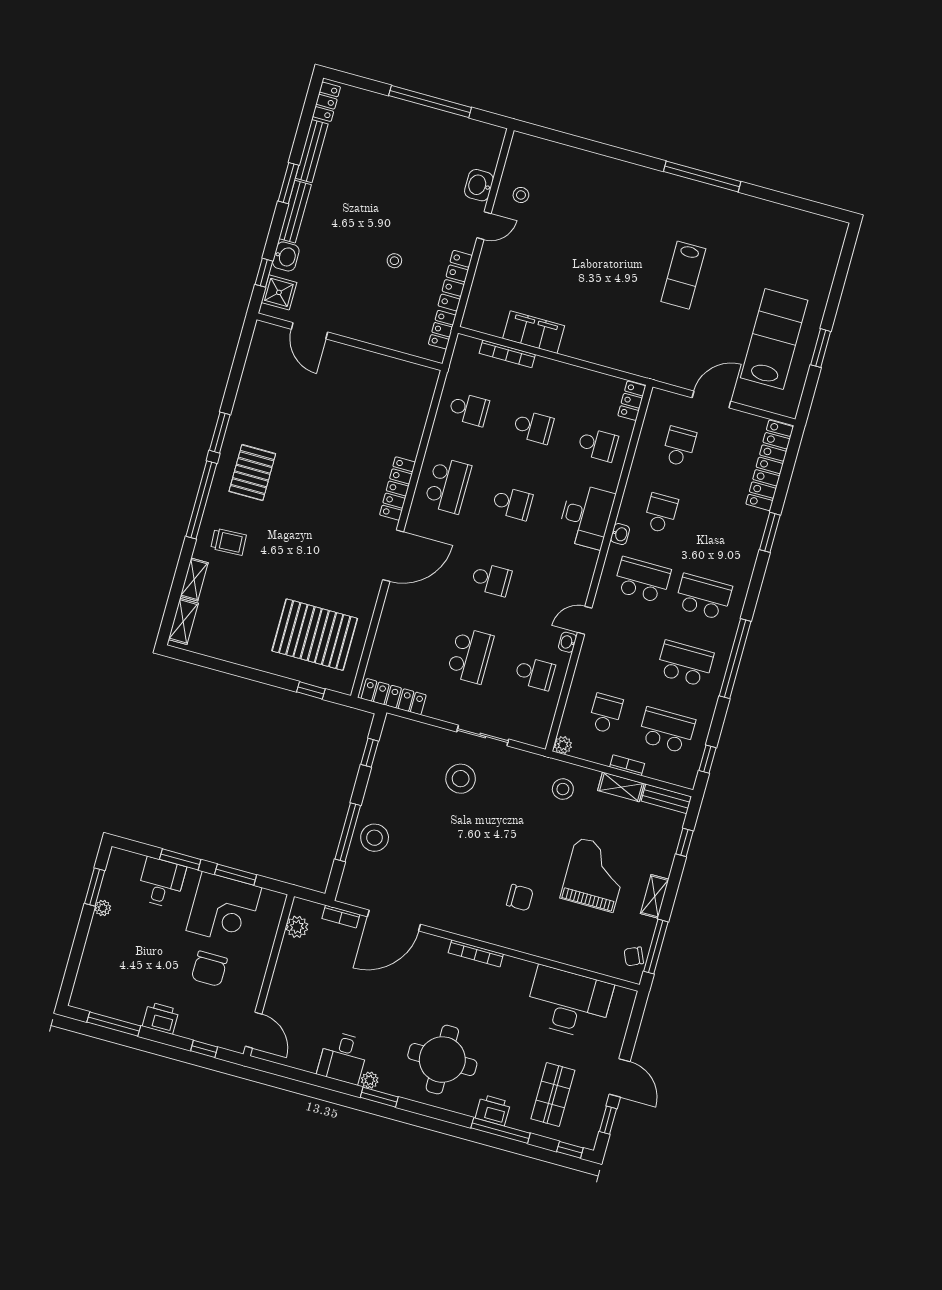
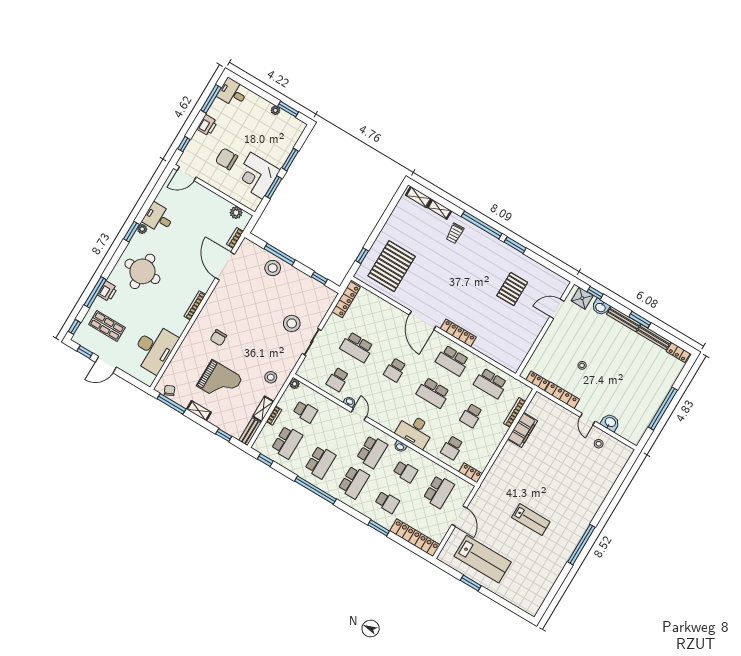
lab bench: (683, 275) -> (531, 520), turned 180
school desk: (469, 409) -> (490, 383), width x1.85
school desk: (679, 446) -> (439, 492), width x1.85
pallet: (252, 473) -> (512, 289), moved, turned 90
school desk: (512, 503) -> (433, 393), width x1.85
school desk: (722, 530) -> (387, 502), added
desk: (161, 883) -> (233, 93), moved, turned 180

